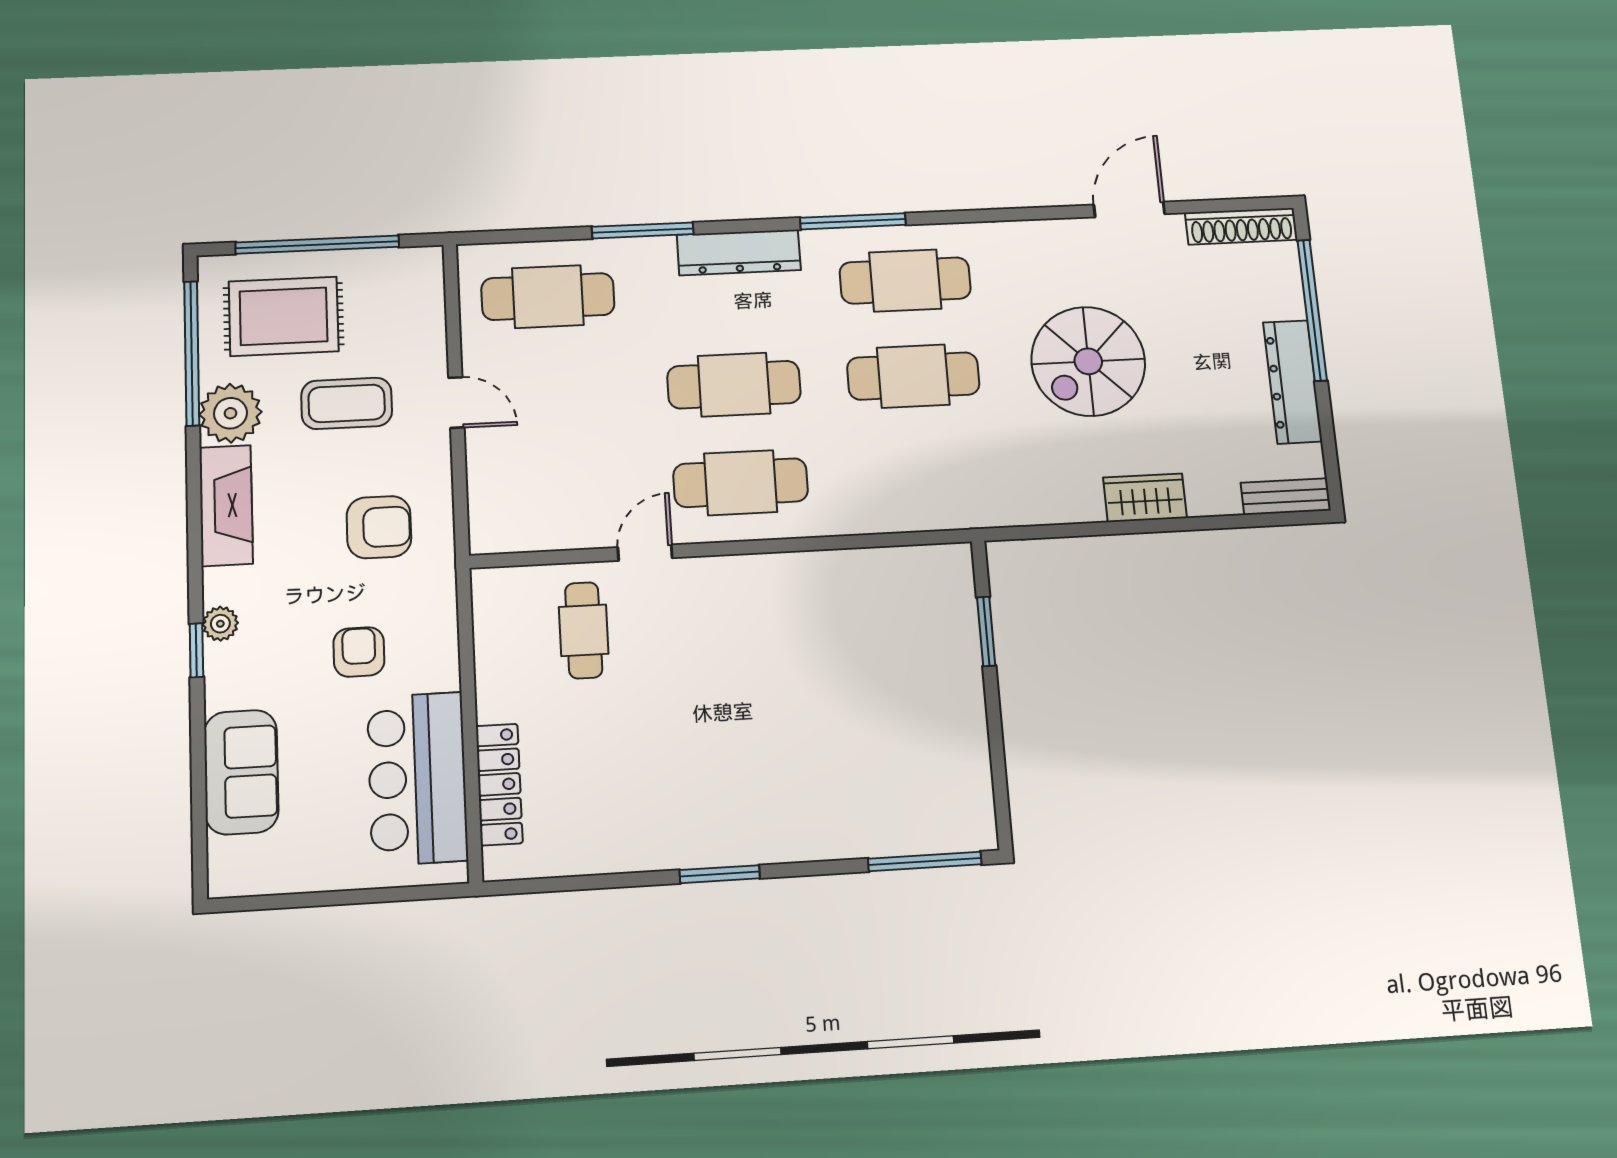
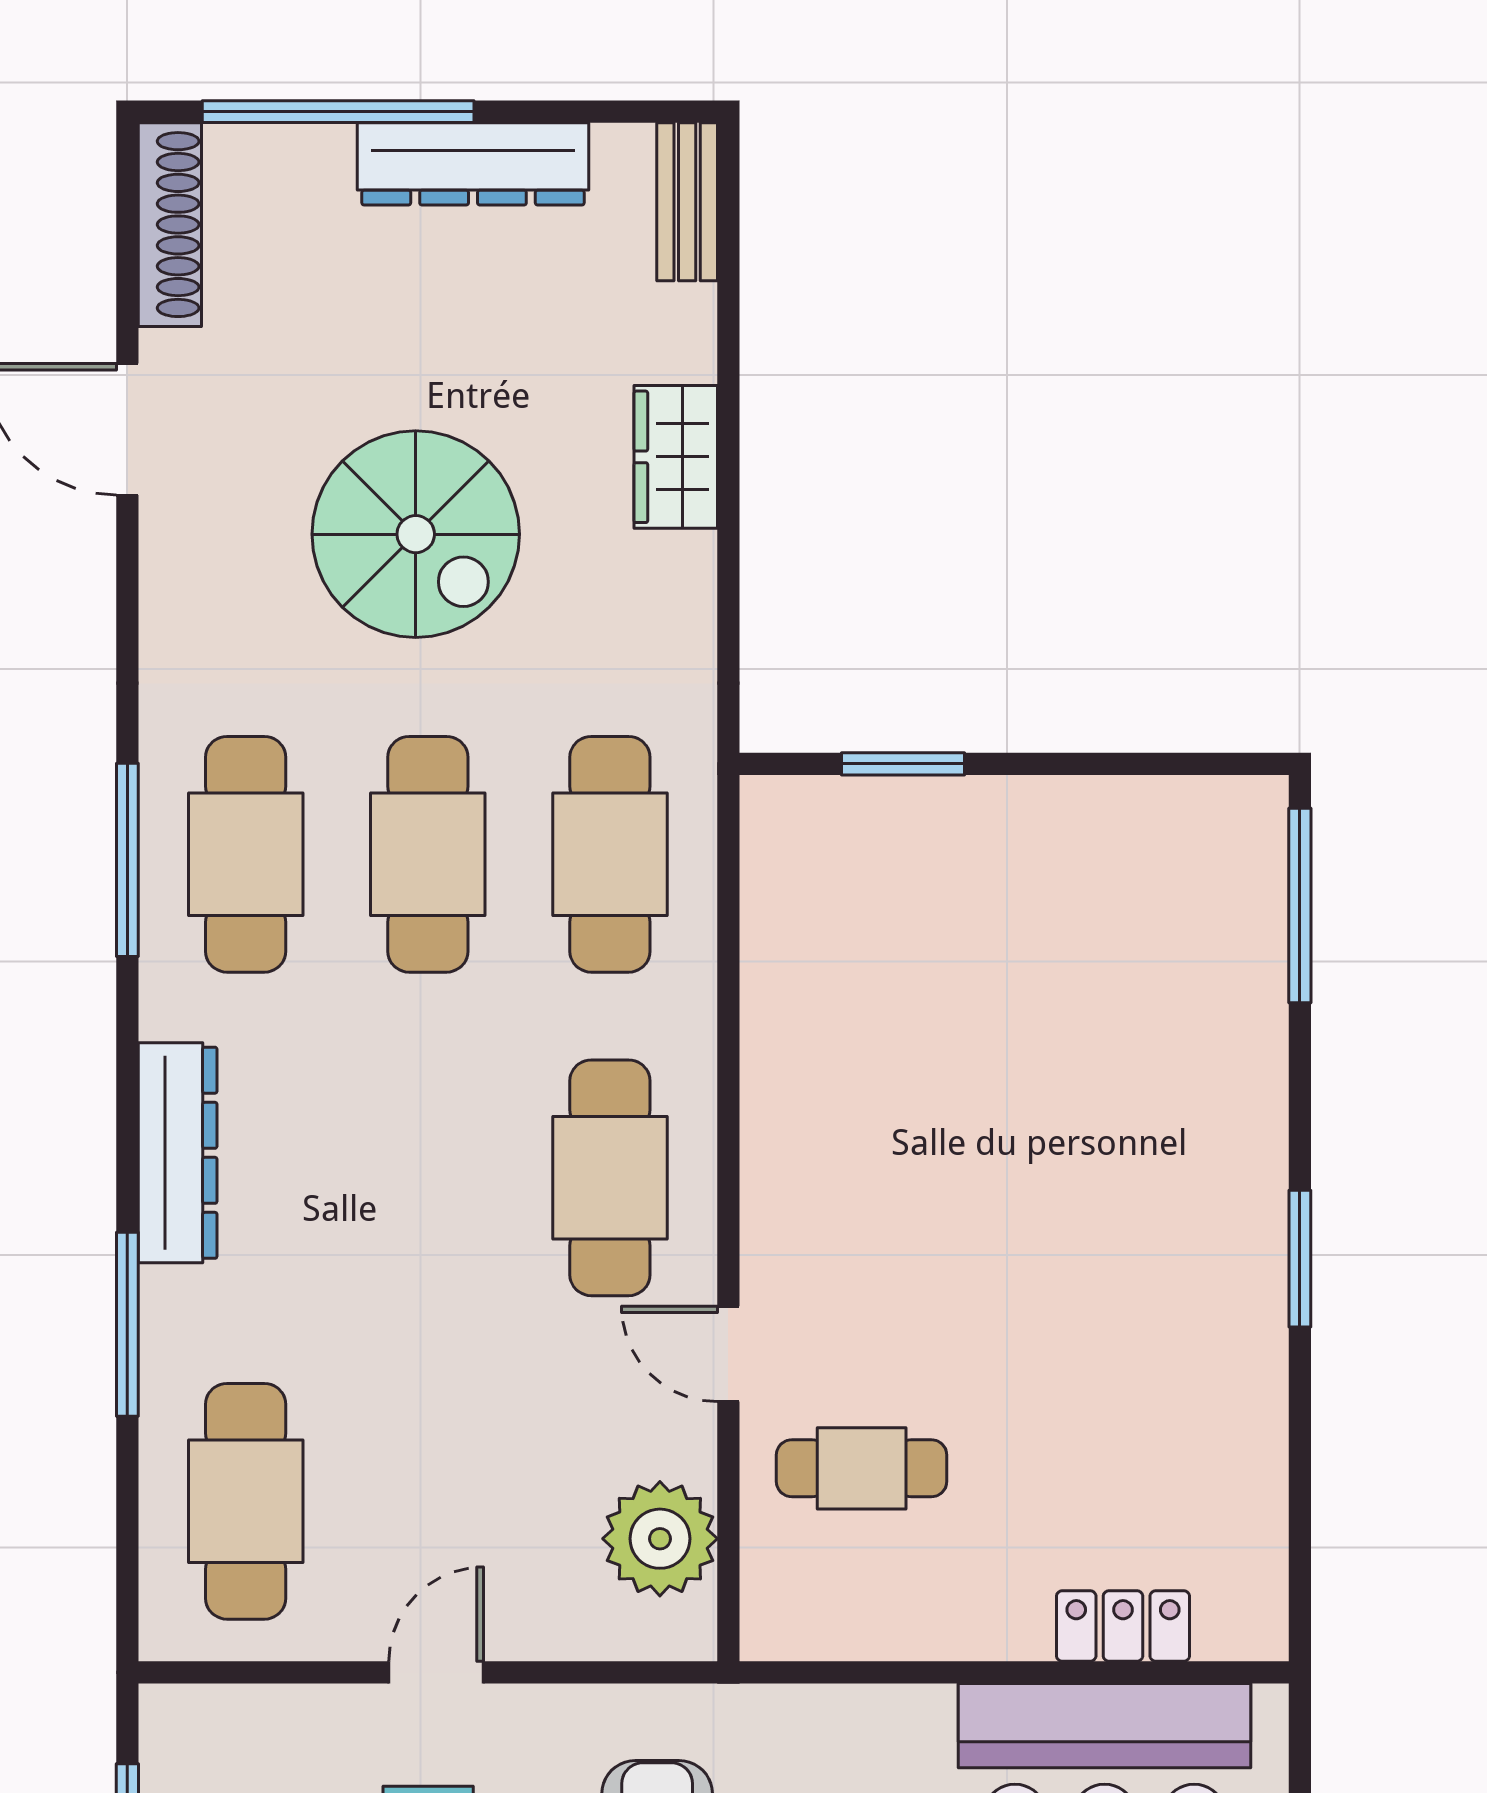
window: (853, 221) -> (127, 860), moved
cafe table: (734, 385) -> (610, 854), moved
plant: (538, 521) -> (660, 1539), added
locker: (499, 784) -> (1123, 1626), width x0.66

